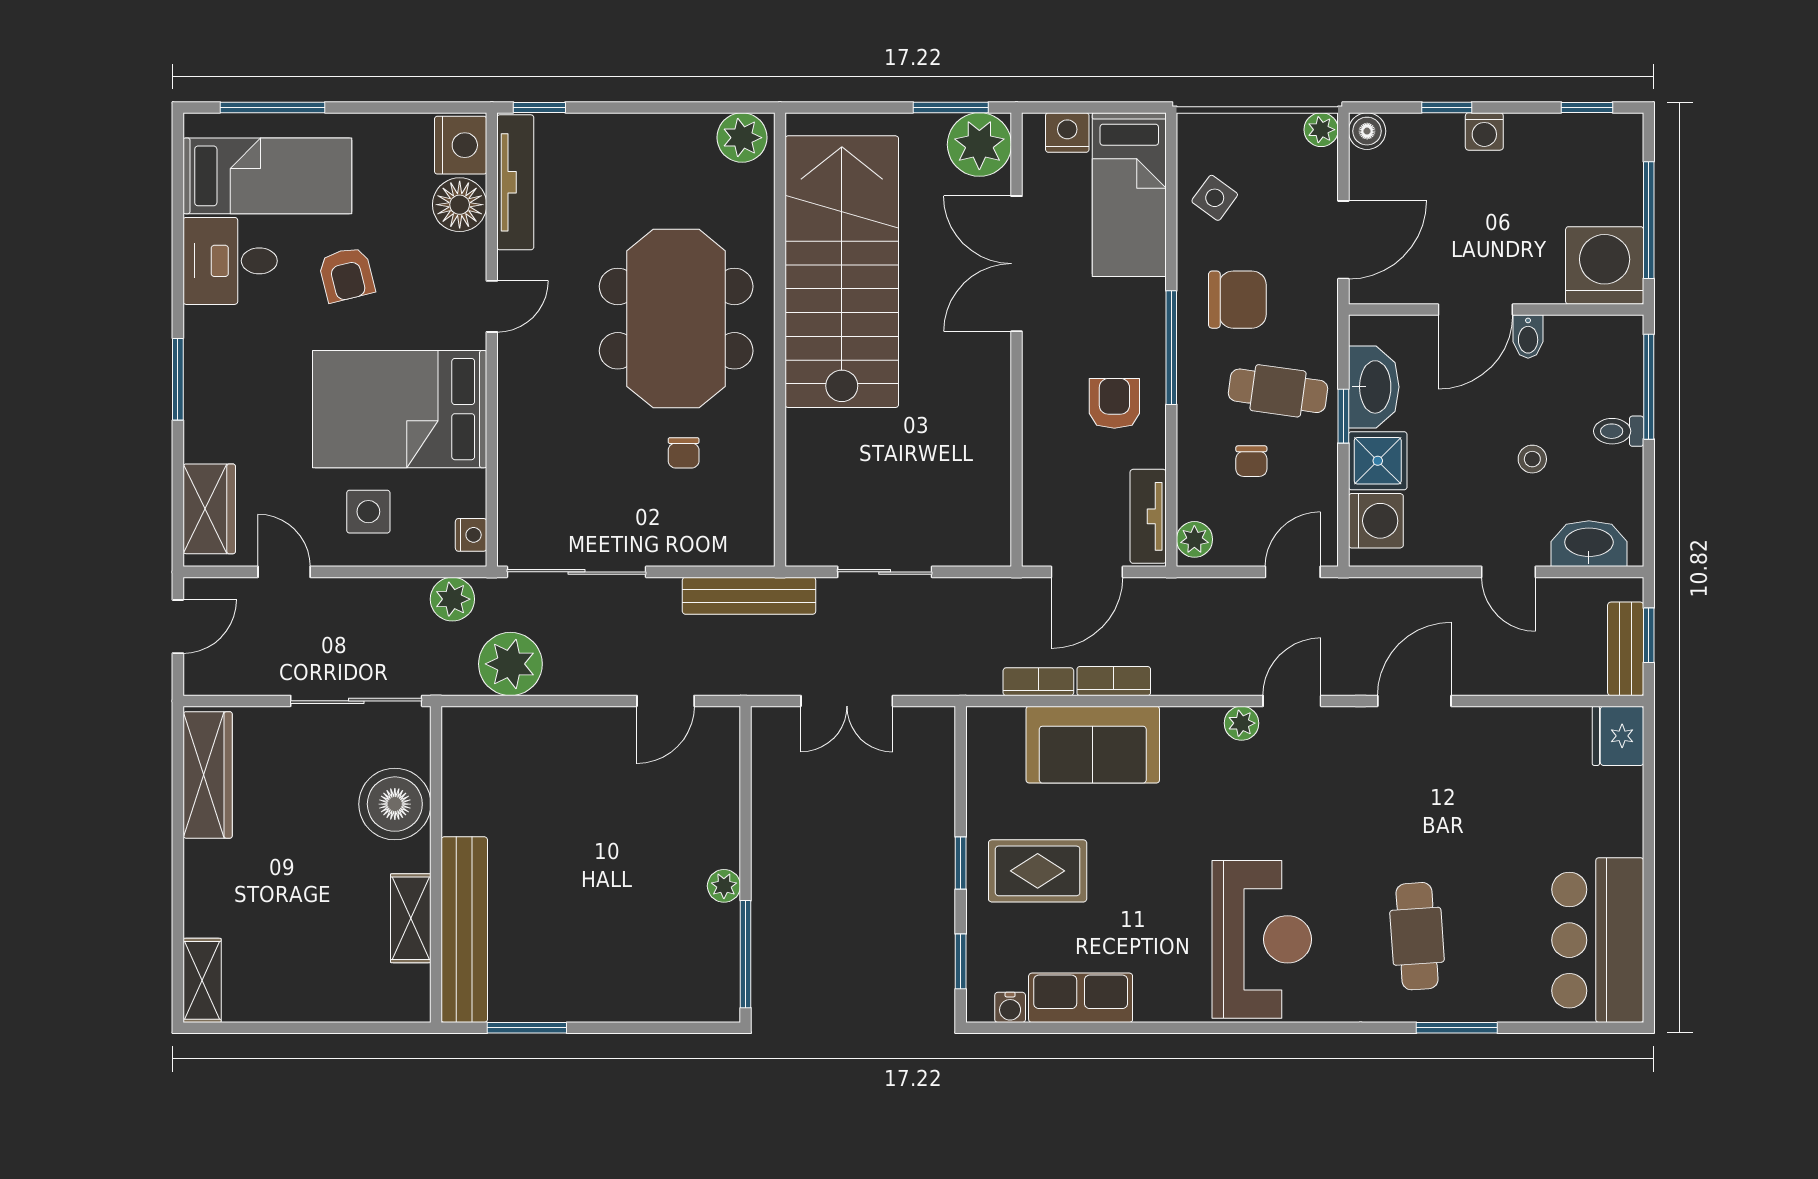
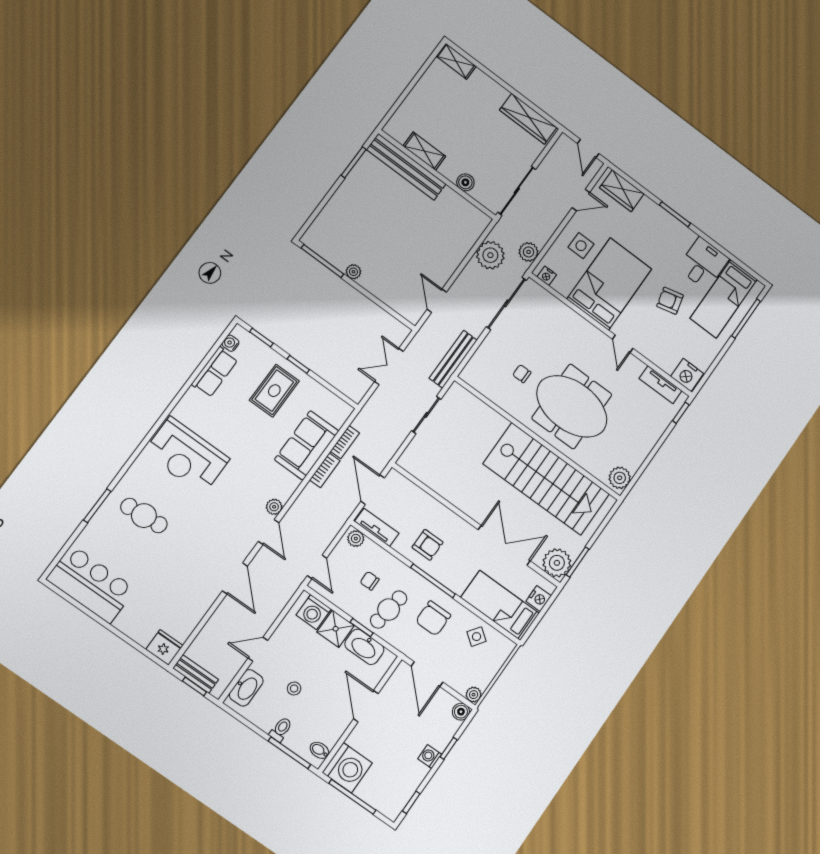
tv unit: (515, 182) -> (660, 385), width x0.71
floor lamp: (460, 205) -> (666, 359), removed
bidet: (1528, 337) -> (320, 750), moved
boiler: (395, 804) -> (465, 182), width x0.54, depth x0.54

